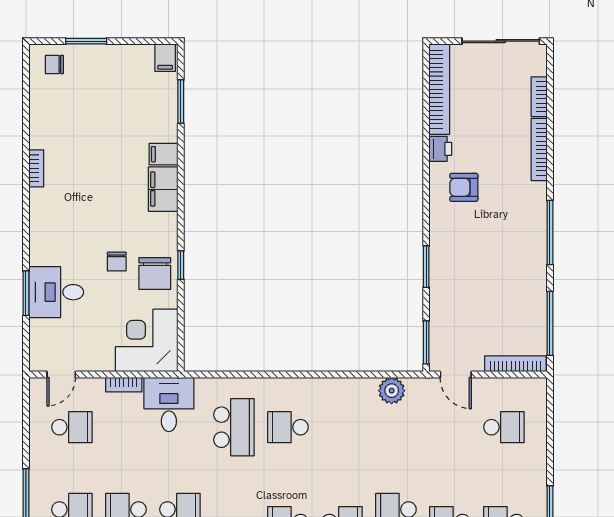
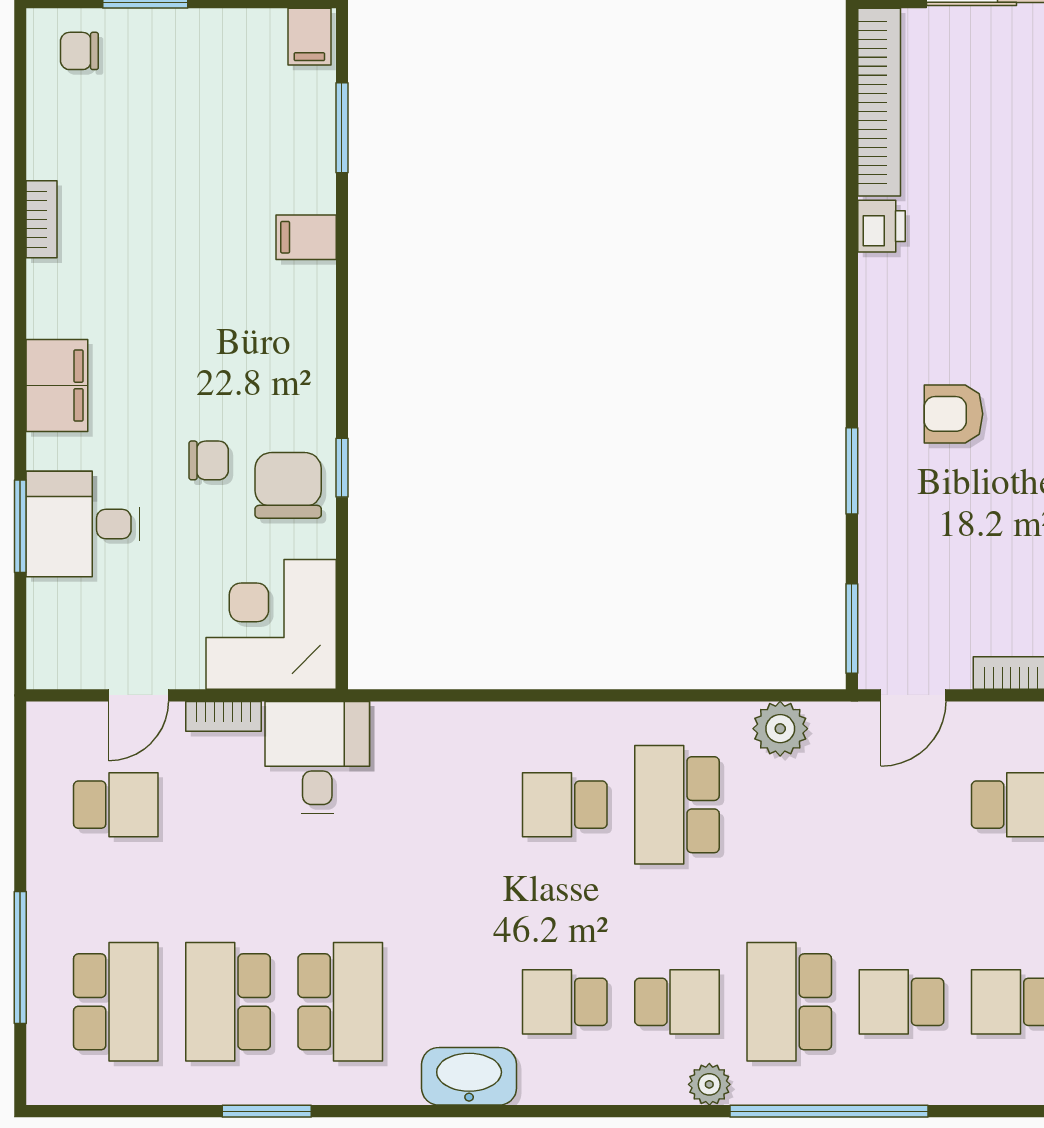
bookcase: (36, 168) -> (42, 219), moved
armchair: (464, 187) -> (953, 414), moved
filing cabinet: (163, 189) -> (57, 385), moved, turned 180
chair: (117, 262) -> (209, 460), turned -90
chair: (155, 274) -> (288, 485), turned 180
door: (61, 375) -> (139, 695), moved
door: (456, 375) -> (913, 695), hinge flipped
school desk: (234, 427) -> (677, 805), moved, turned 180

